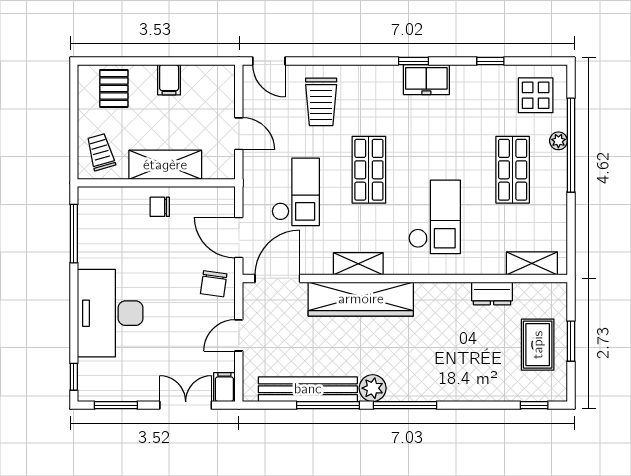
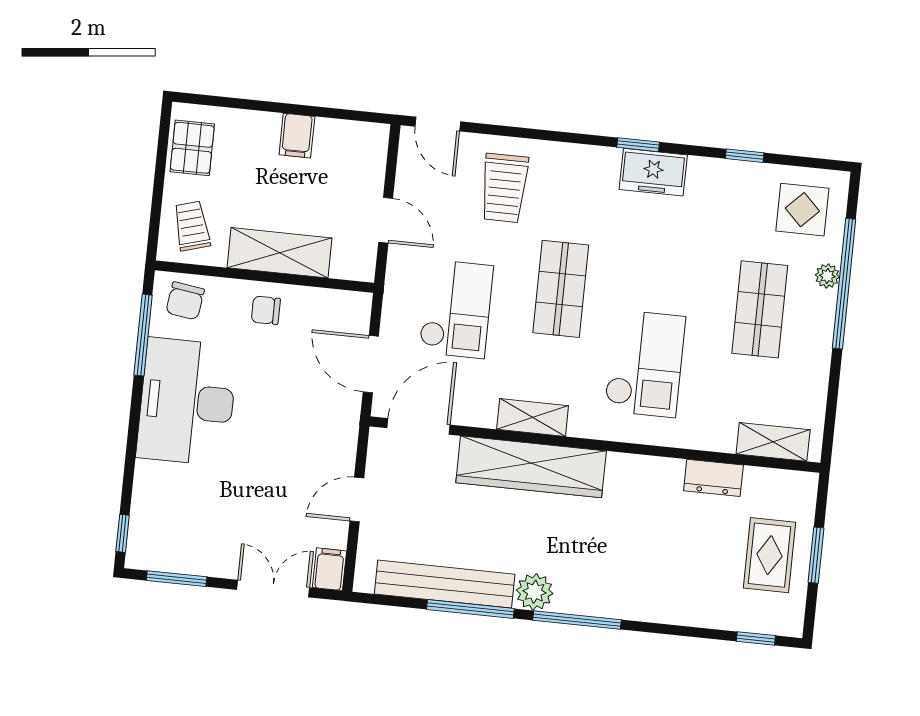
pallet: (114, 88) -> (192, 148), moved
chair: (214, 284) -> (185, 301), moved
desk: (110, 313) -> (187, 402), moved

